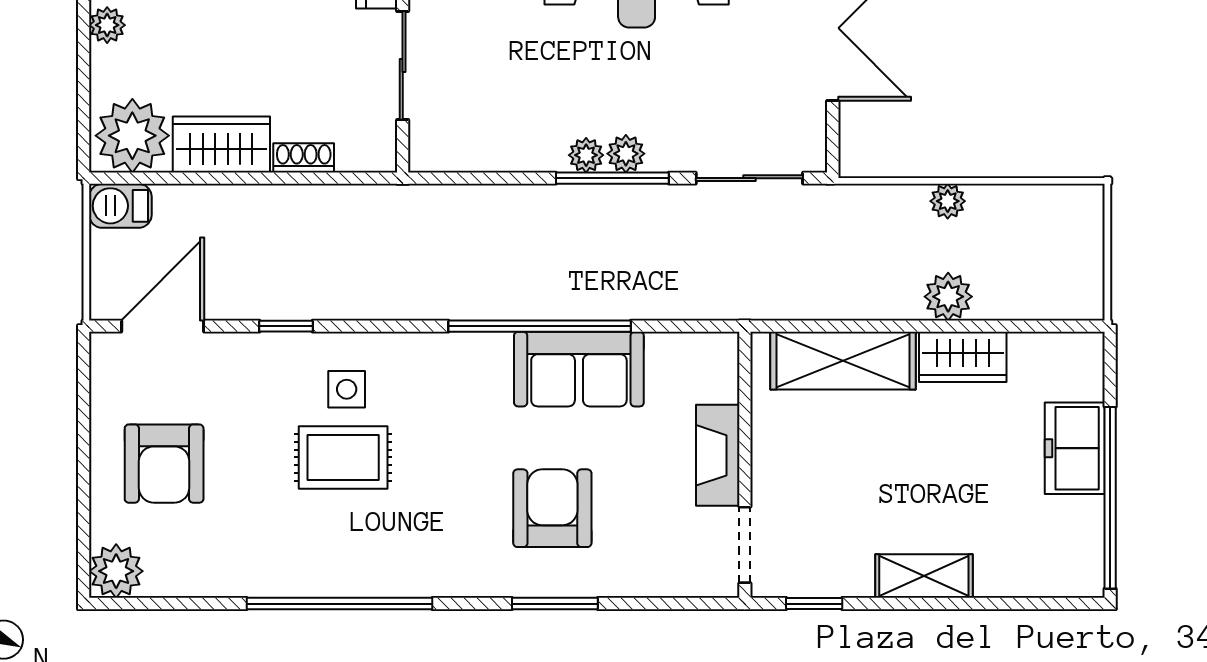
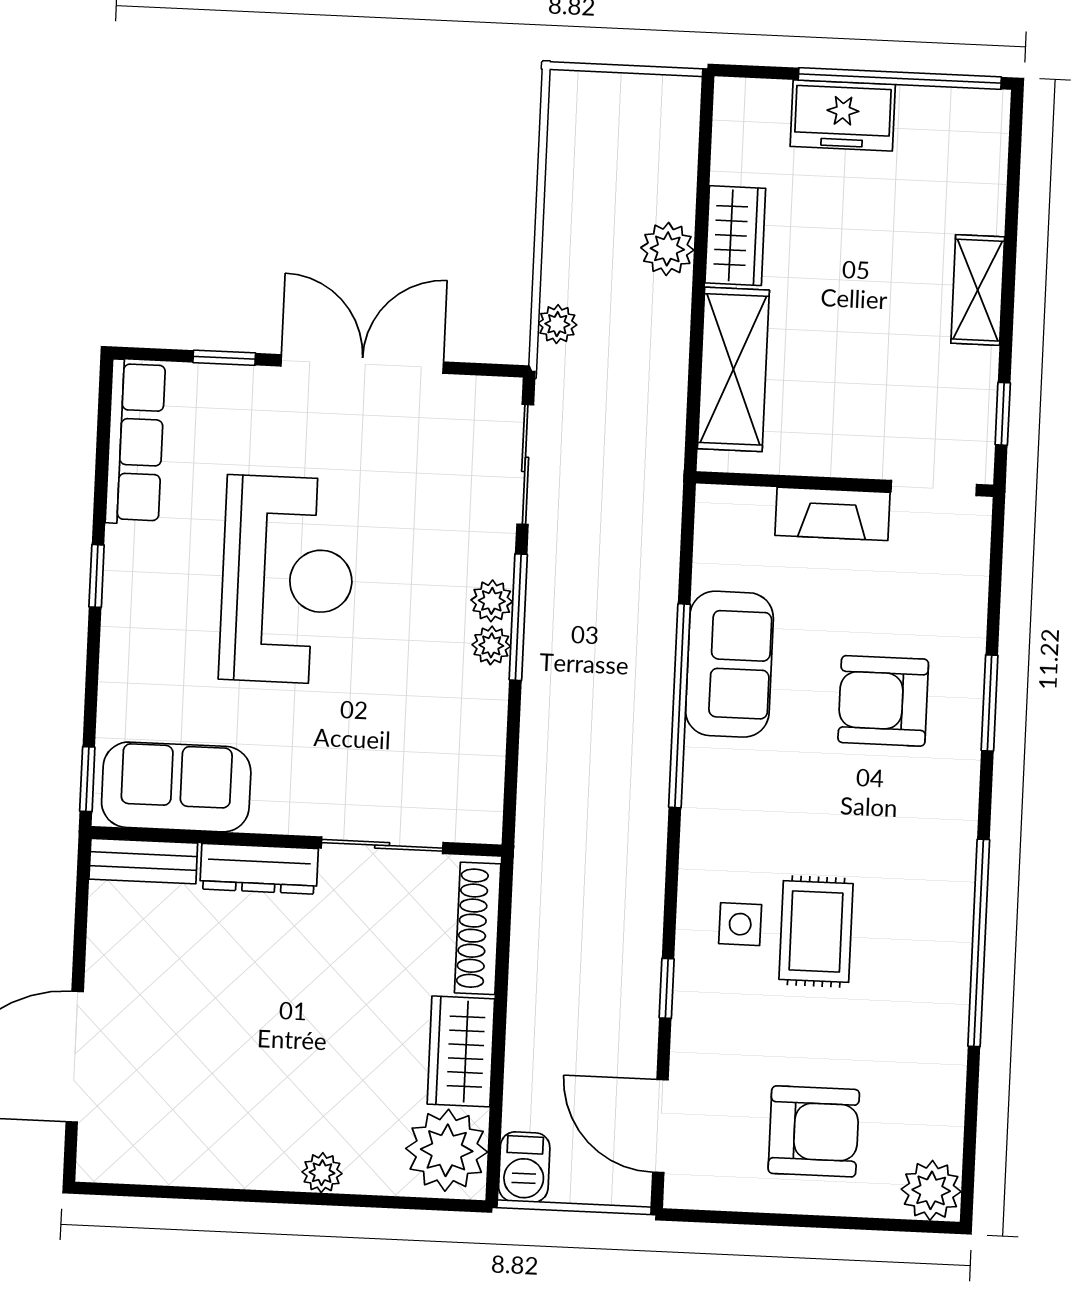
shoe rack: (304, 158) -> (478, 928), width x1.94, depth x1.24
plant: (948, 201) -> (557, 324), moved

